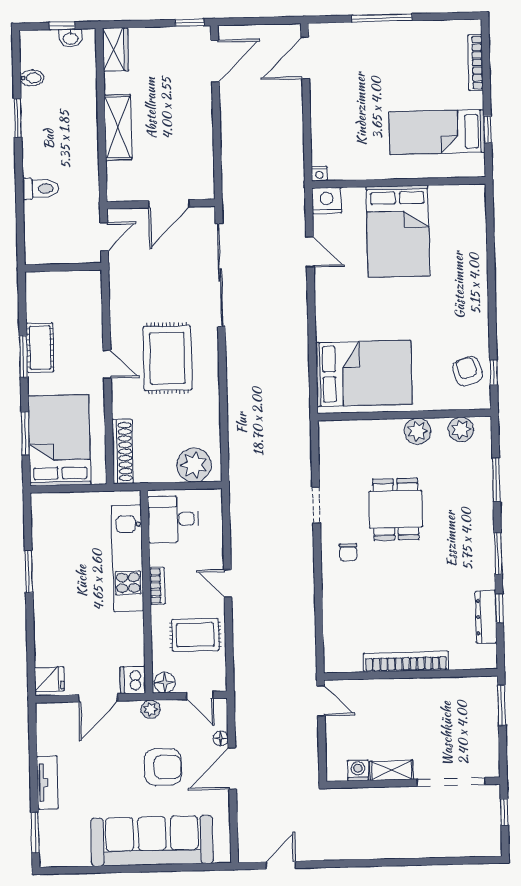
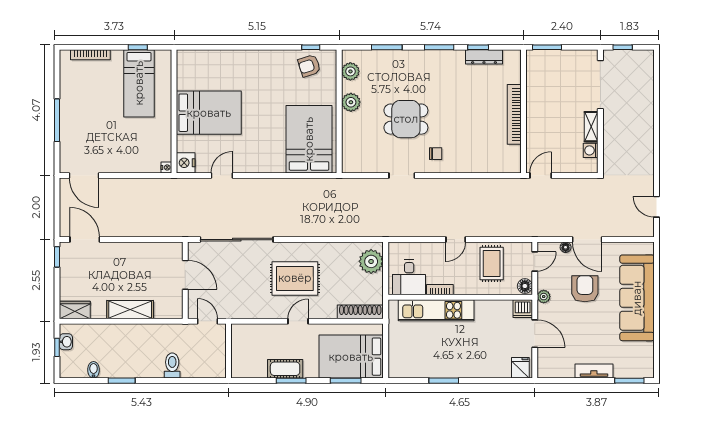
bookcase: (157, 586) -> (440, 290), moved

